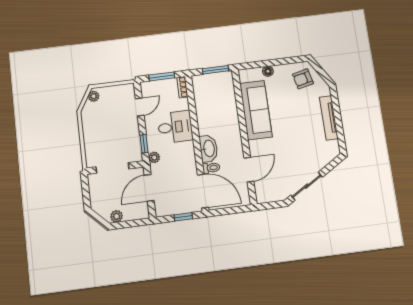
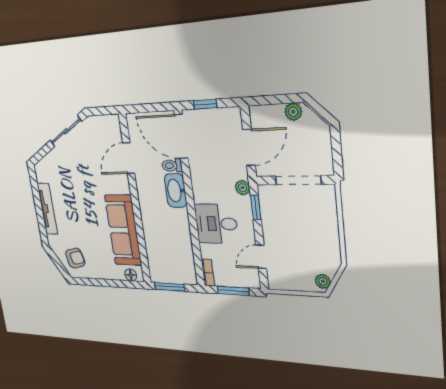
floor lamp: (268, 71) -> (131, 275), moved

